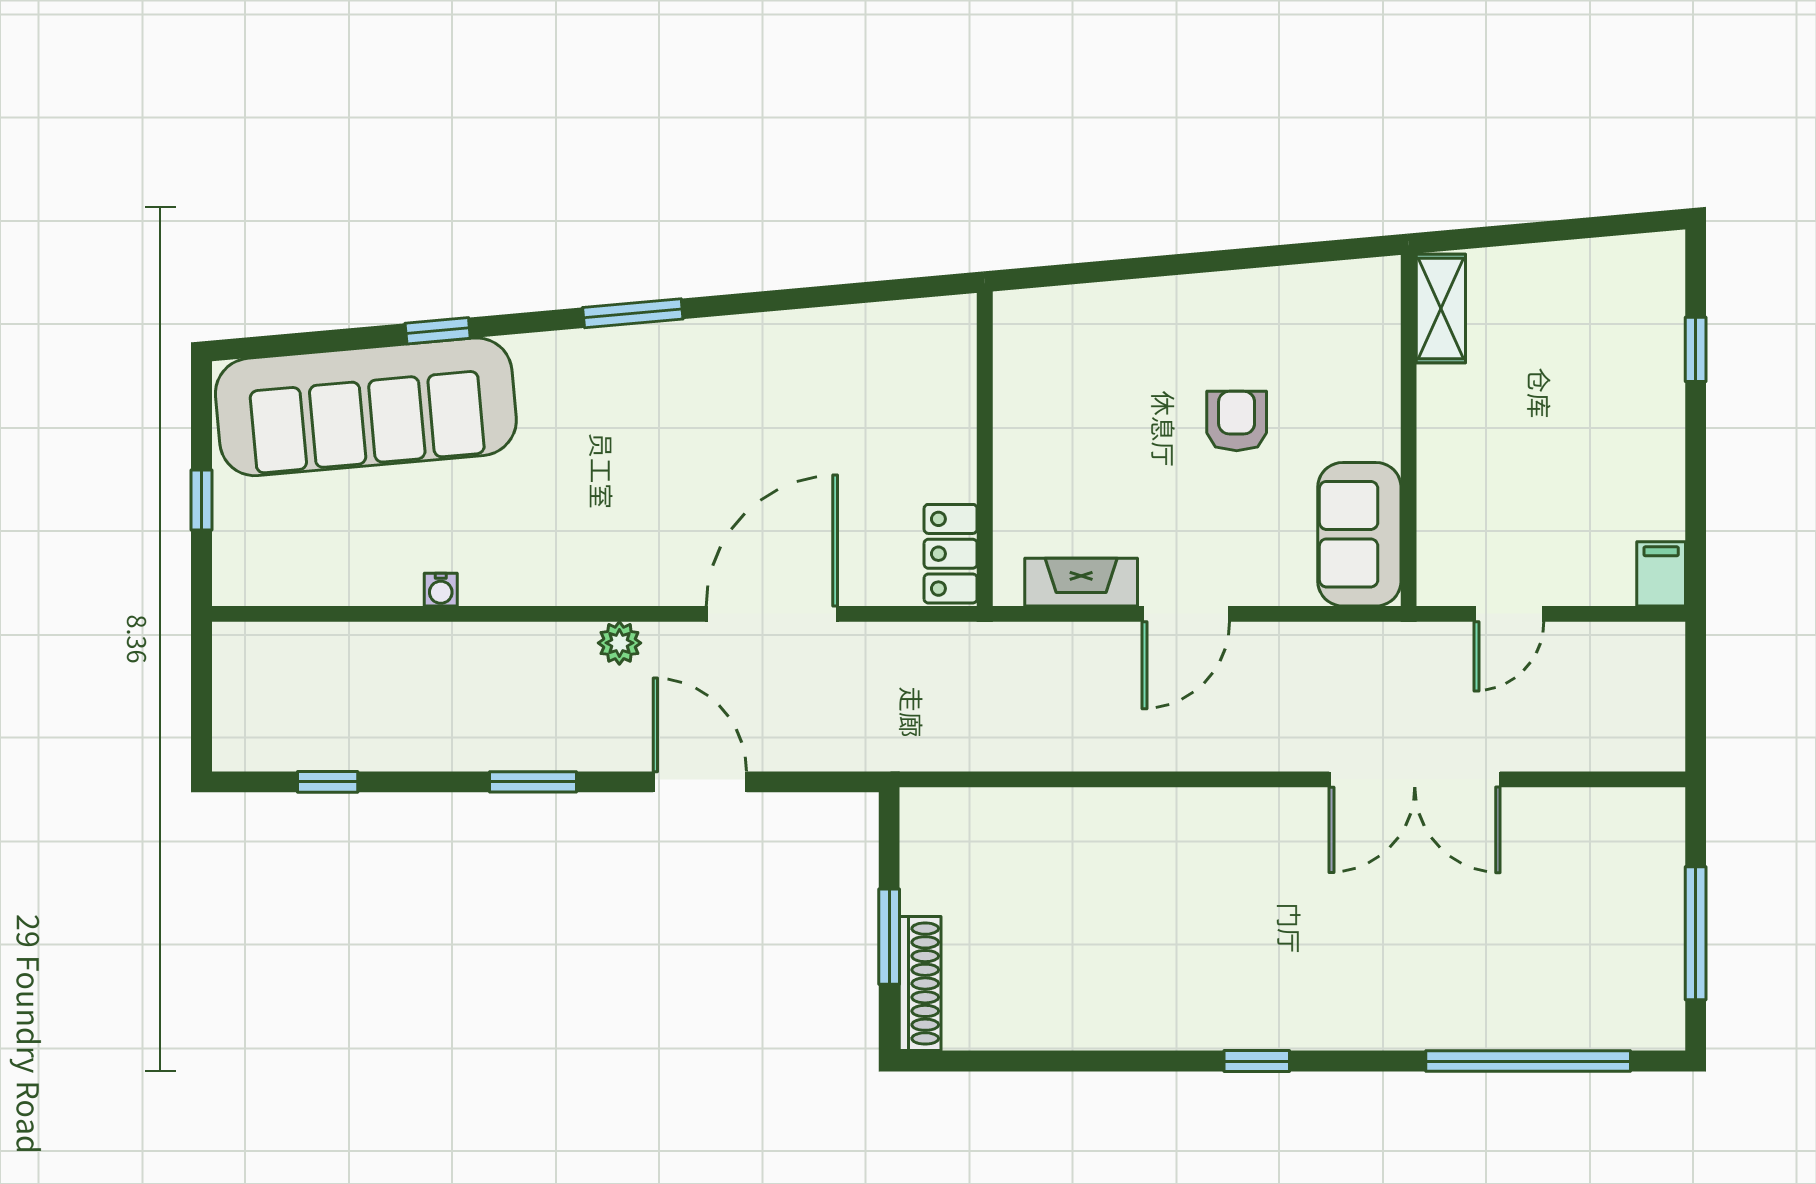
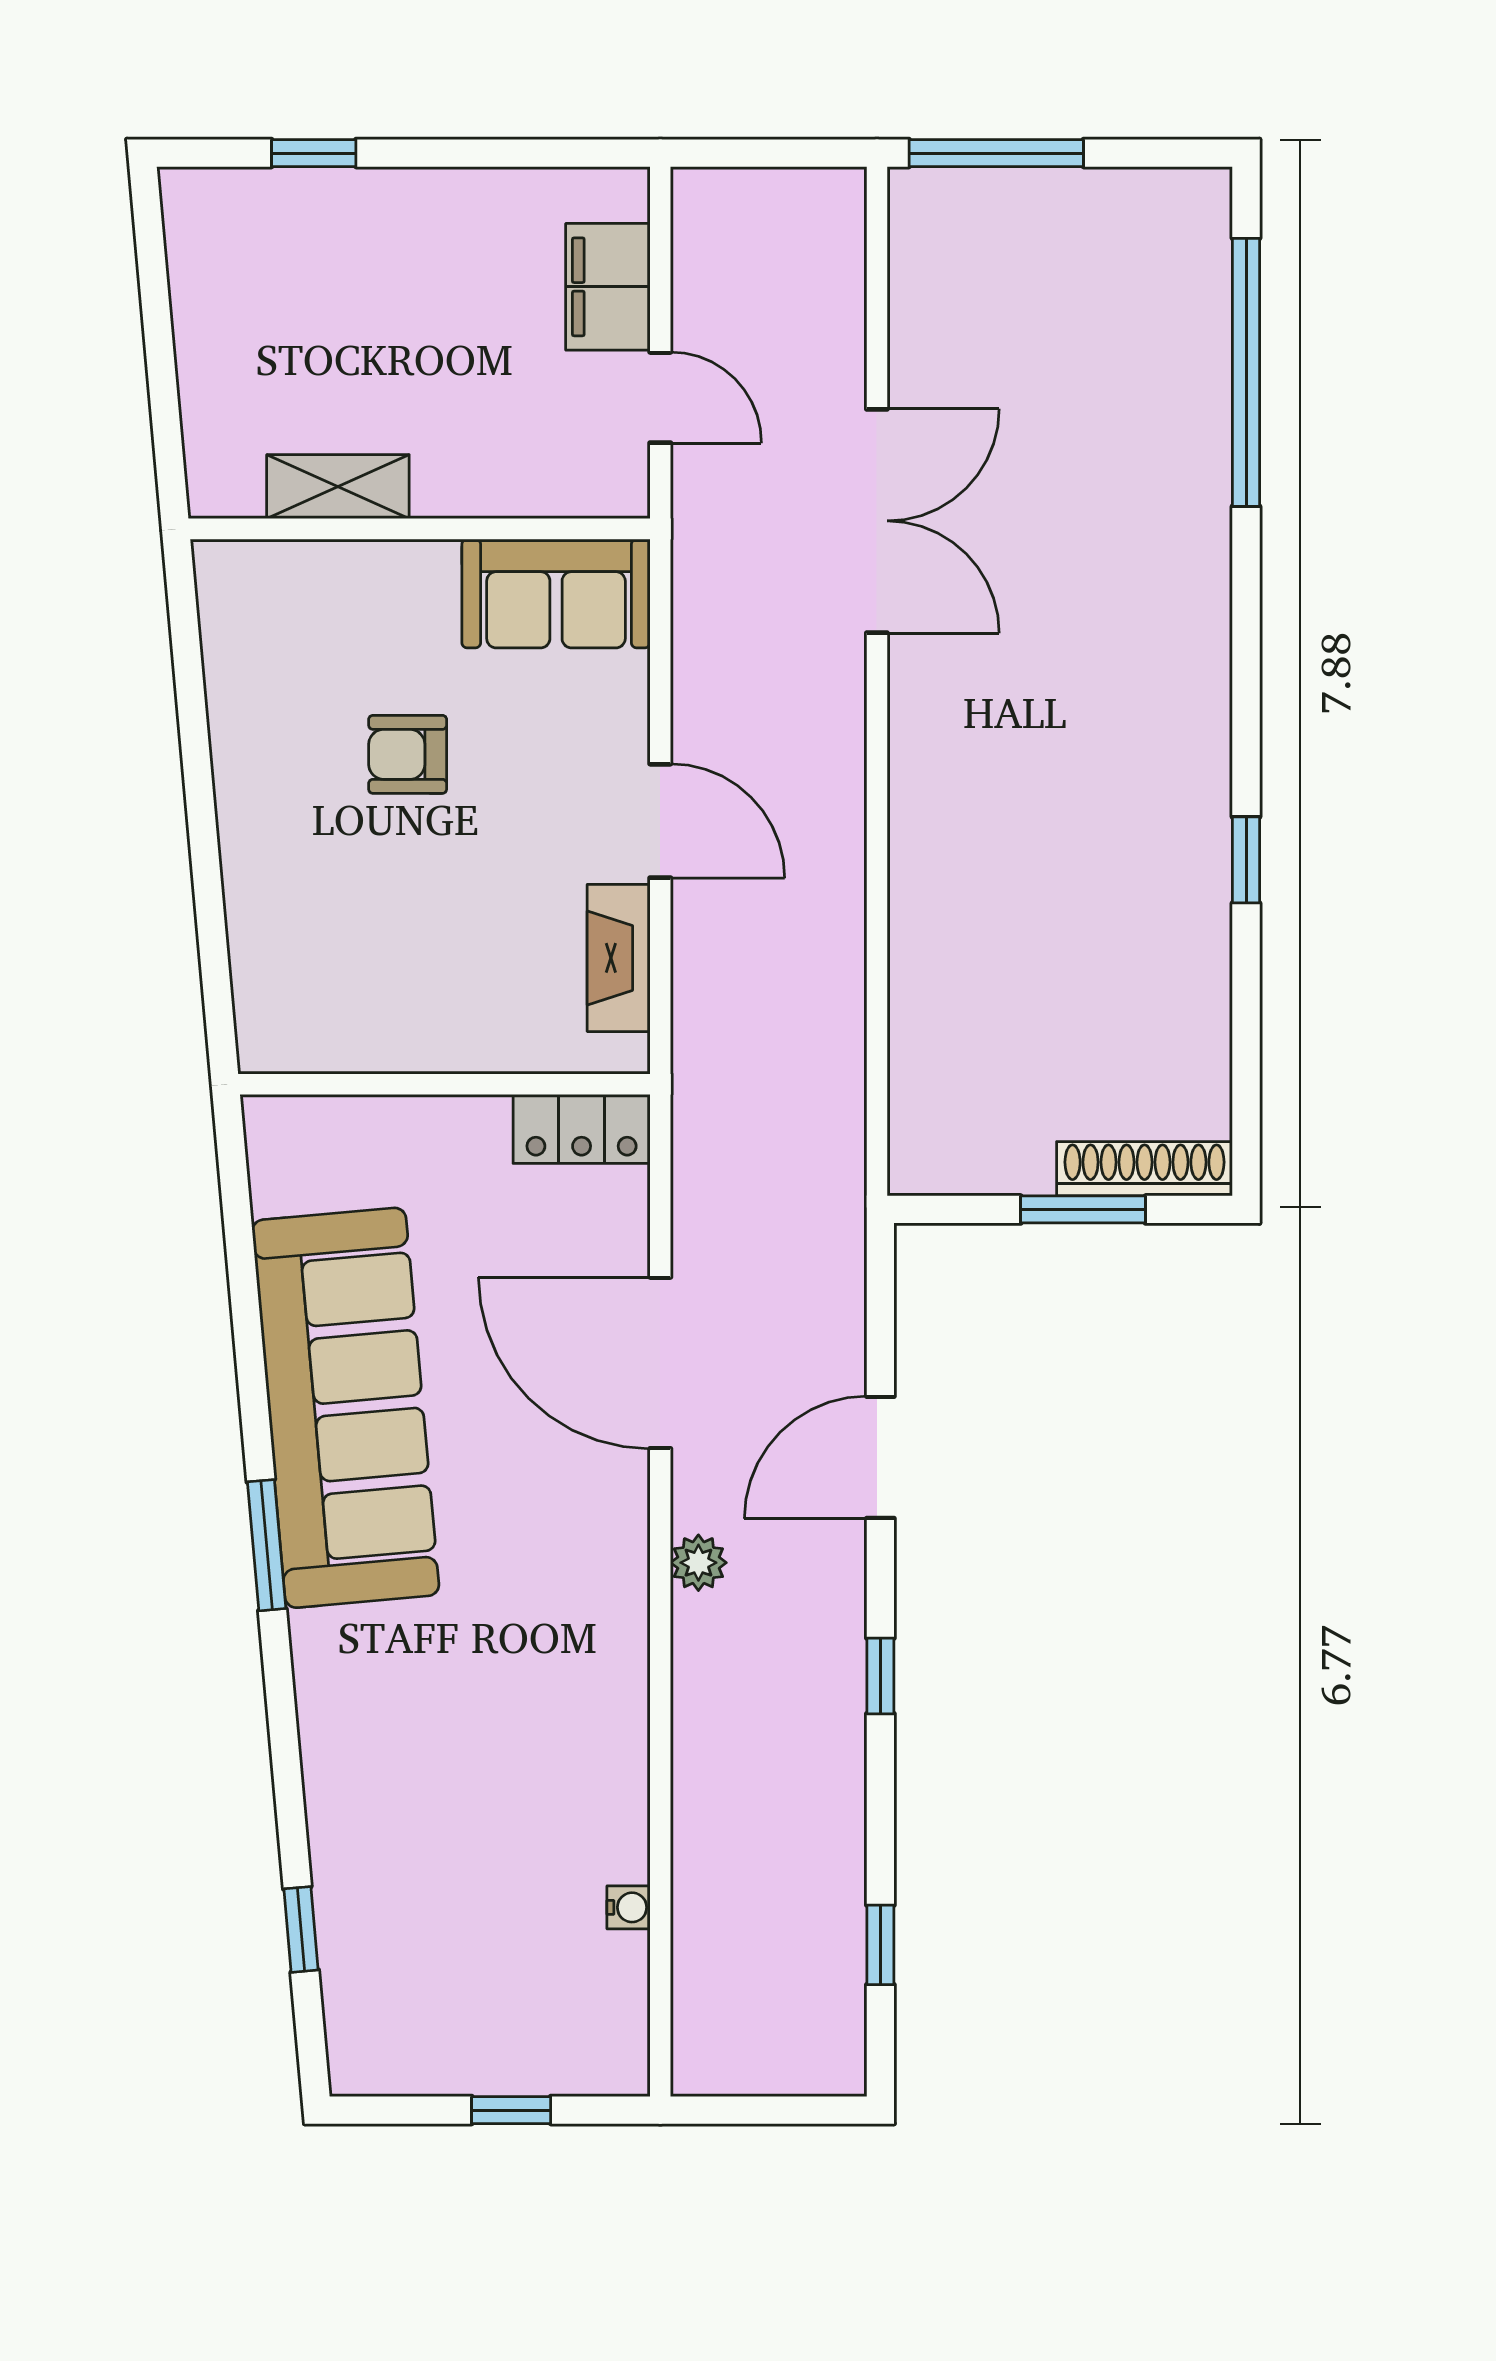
shelving: (1441, 309) -> (338, 487), moved
window: (438, 331) -> (301, 1929), moved
sofa: (366, 407) -> (346, 1408), moved
filing cabinet: (1661, 574) -> (608, 287), moved, width x2.00
water cooler: (441, 590) -> (629, 1907), moved
window: (533, 782) -> (880, 1676), width x0.67
window: (1696, 933) -> (996, 153), moved
window: (1257, 1061) -> (1246, 860), moved

